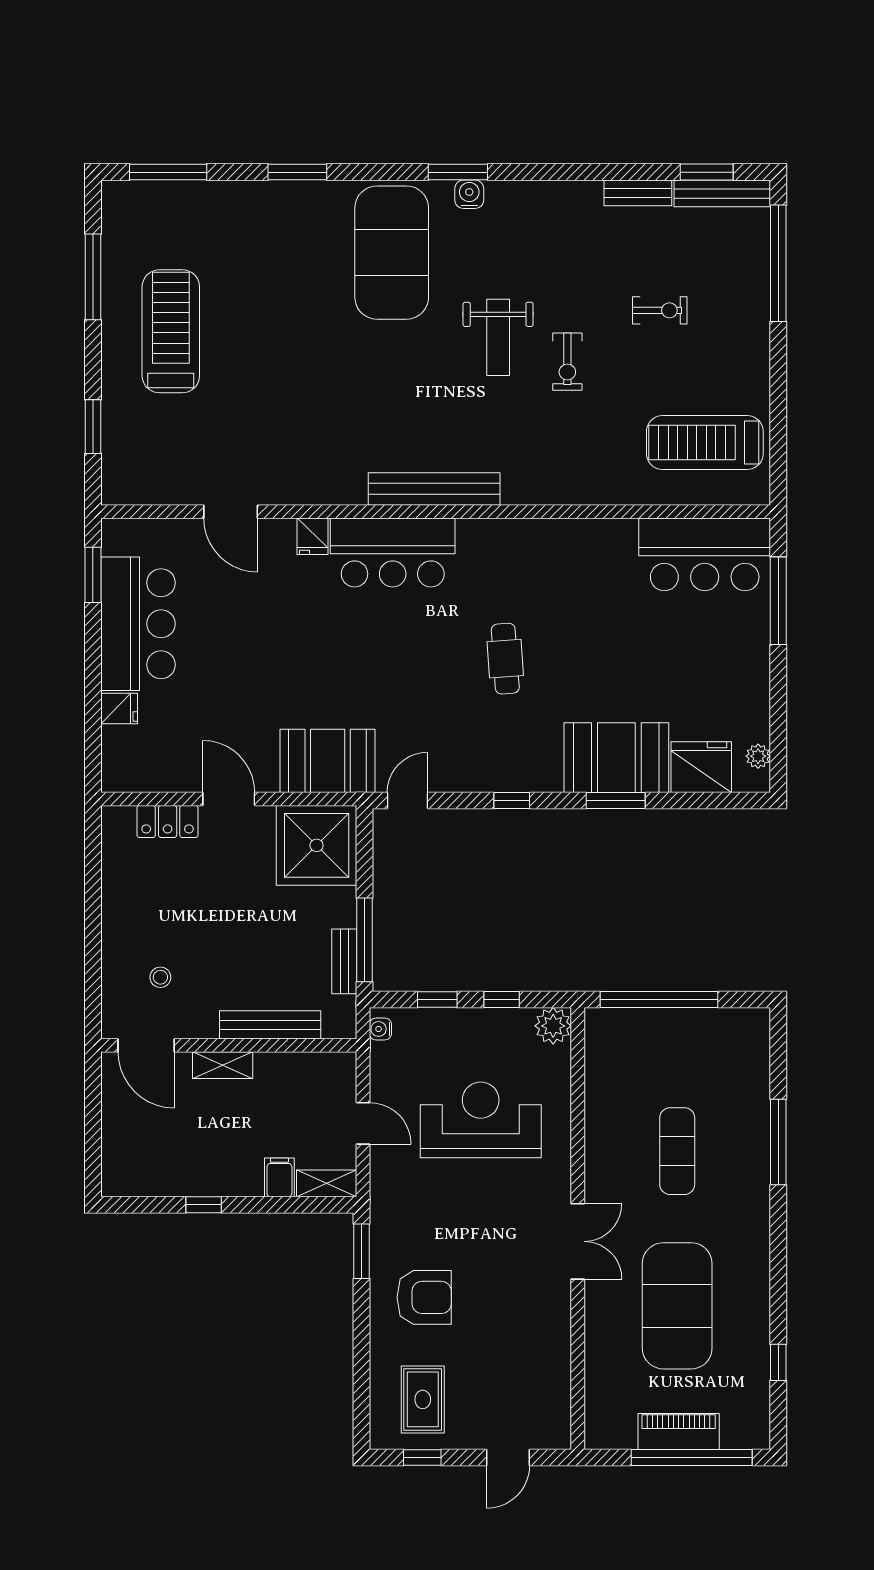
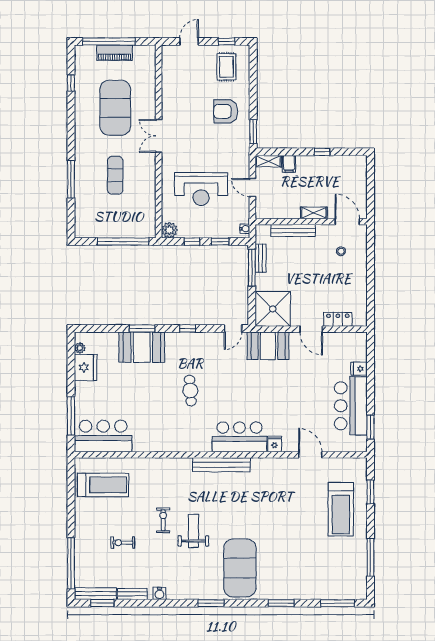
water cooler: (469, 194) -> (159, 593), moved
treadmill: (171, 331) -> (341, 509), moved
fridge: (701, 767) -> (86, 368), moved, turned -90

